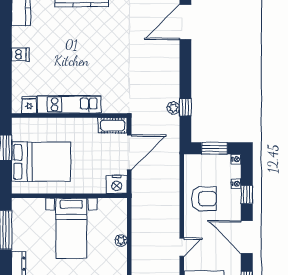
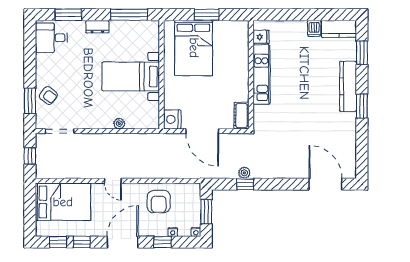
dishwasher: (20, 54) -> (314, 28), moved
kitchen unit: (69, 104) -> (261, 74), moved
fridge: (29, 105) -> (261, 37), moved
wall: (69, 115) -> (251, 75), moved
cot: (113, 125) -> (242, 116), moved

